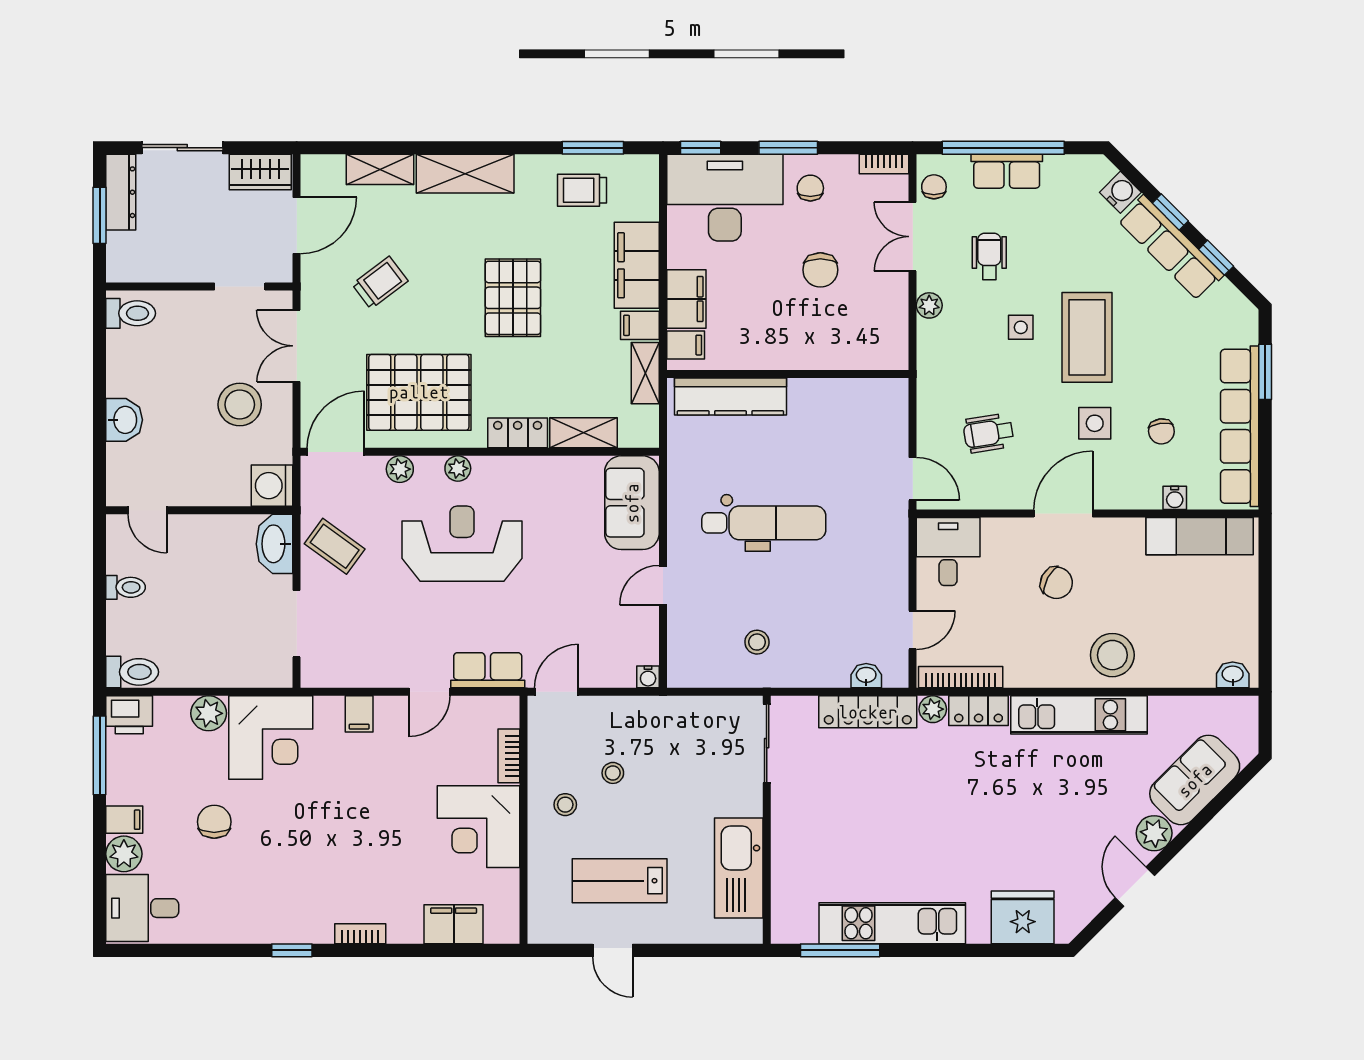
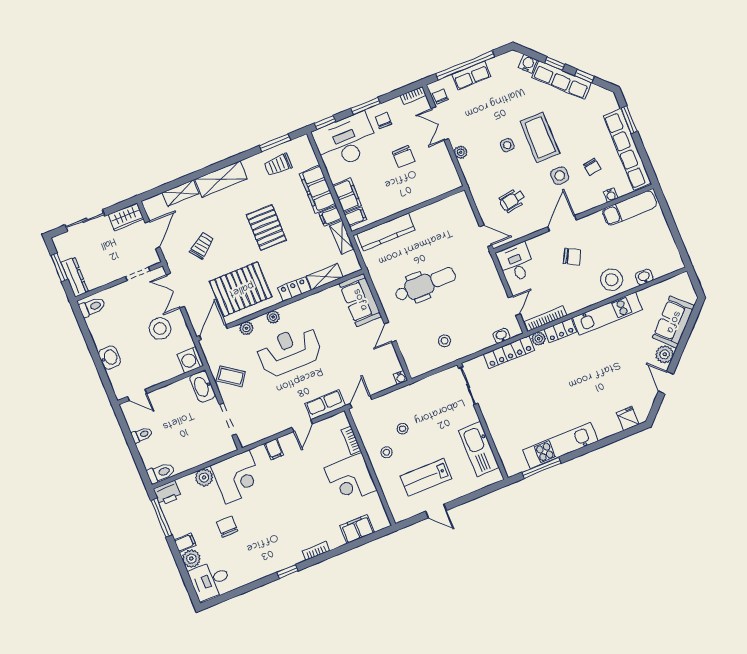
dresser: (121, 192) -> (75, 277), moved
wheelchair: (989, 256) -> (479, 118), removed
washbasin: (1233, 675) -> (644, 277), moved
fridge: (1023, 917) -> (628, 418), width x0.53, depth x0.75

